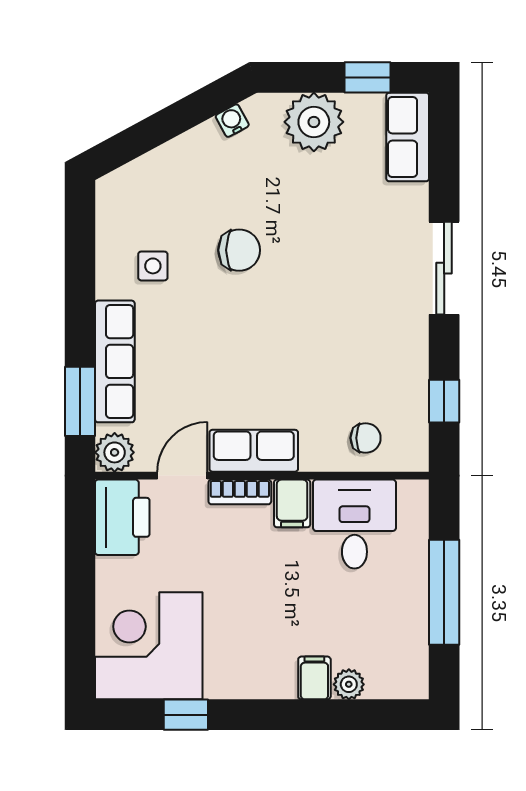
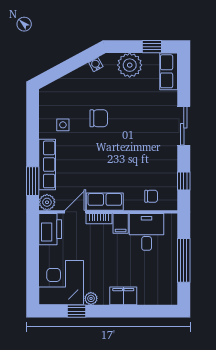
filing cabinet: (314, 678) -> (123, 296), width x2.00
plant: (349, 684) -> (91, 298), moved

